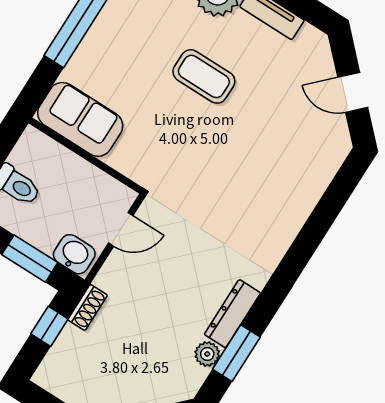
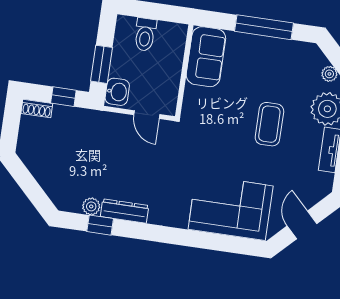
corner sofa: (289, 175) -> (231, 208), added
shoe rack: (88, 307) -> (37, 108), moved
window: (236, 353) -> (100, 225), width x0.67

